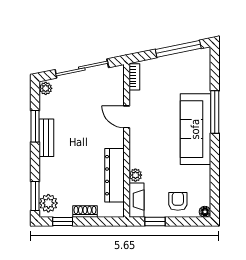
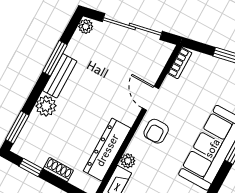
armchair: (145, 140) -> (156, 131), added
plant: (48, 203) -> (46, 106), moved

